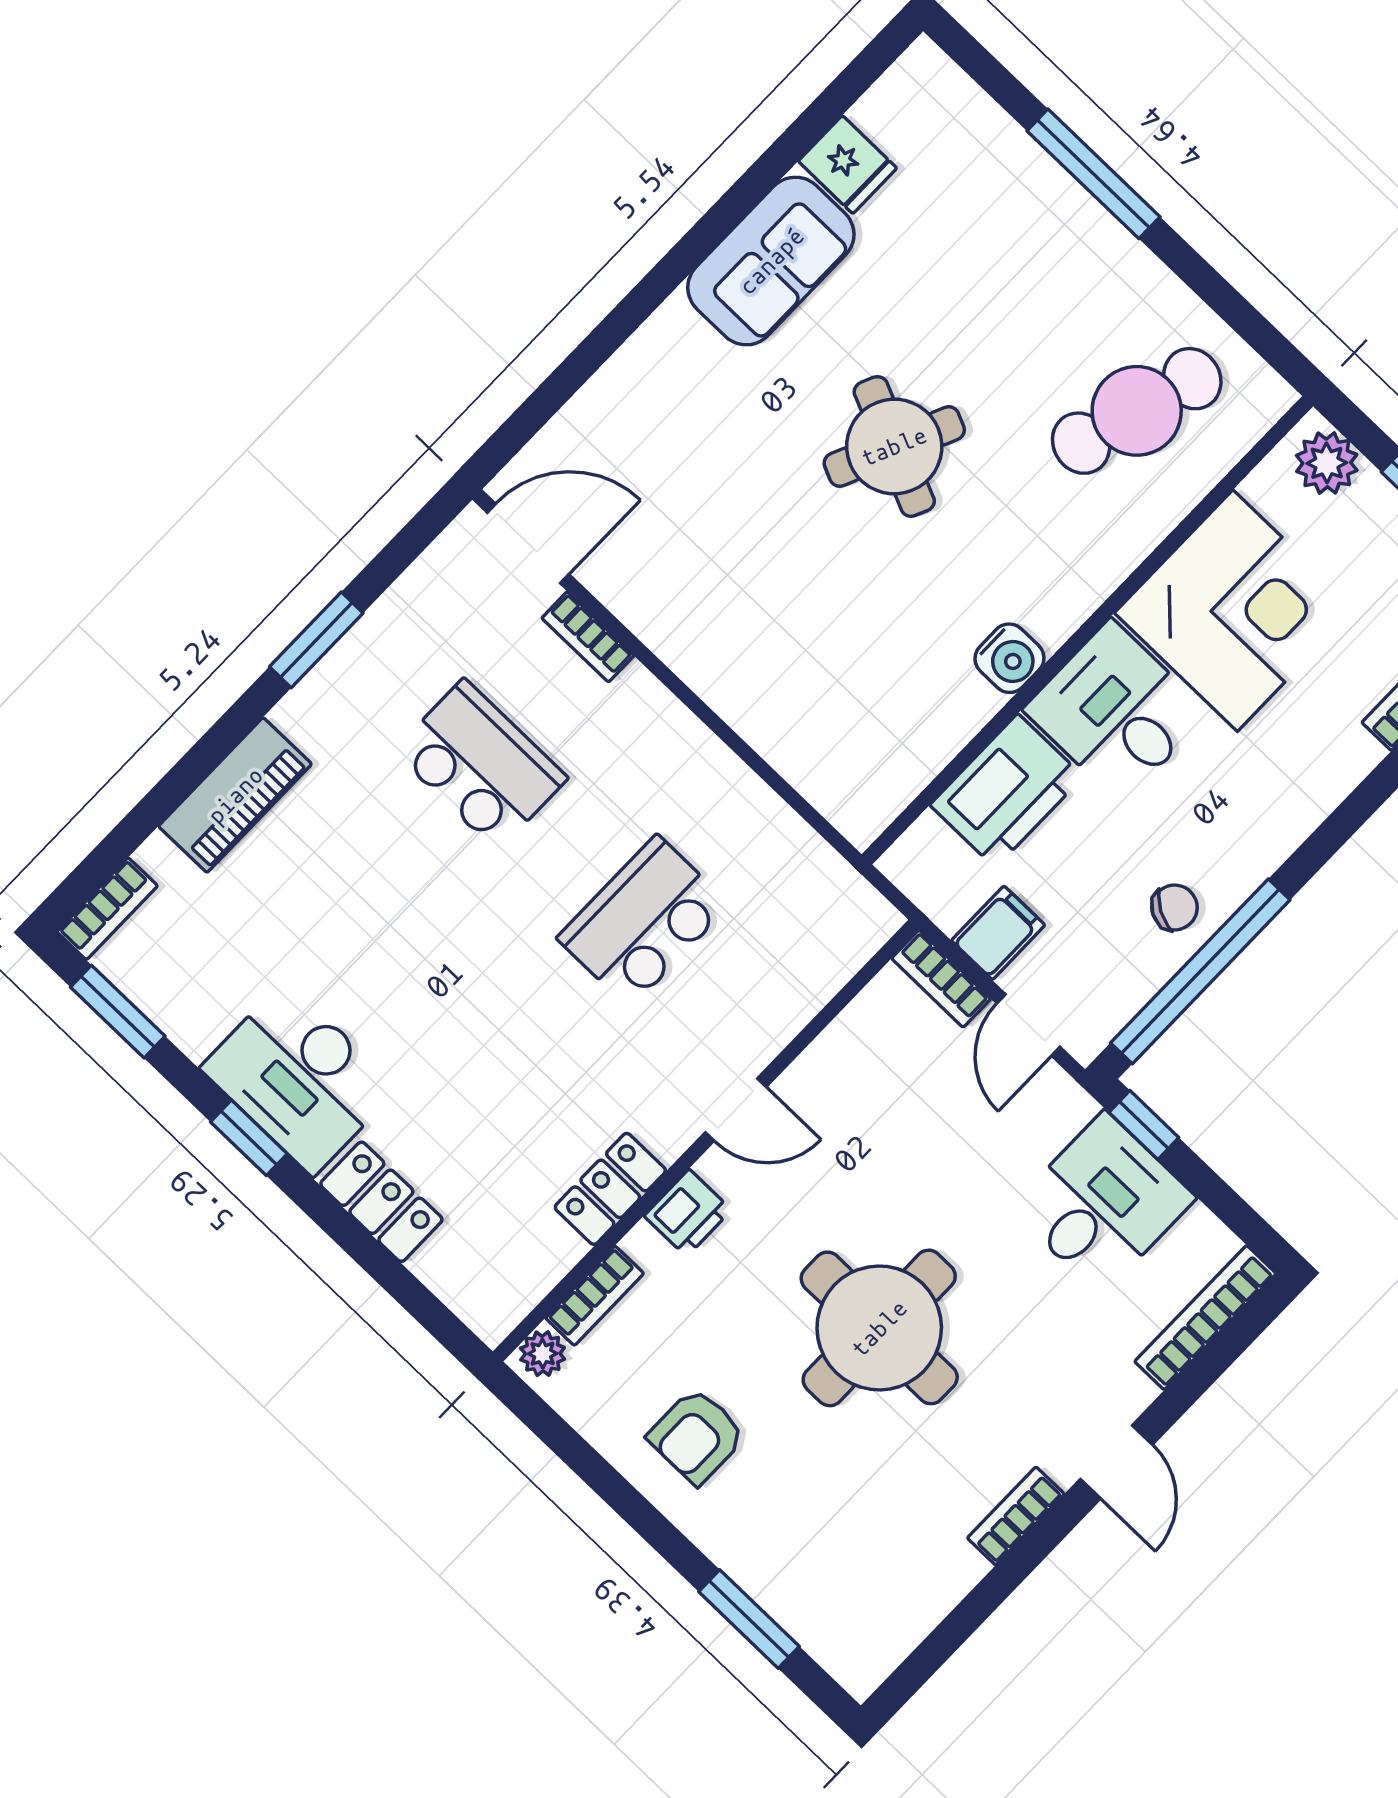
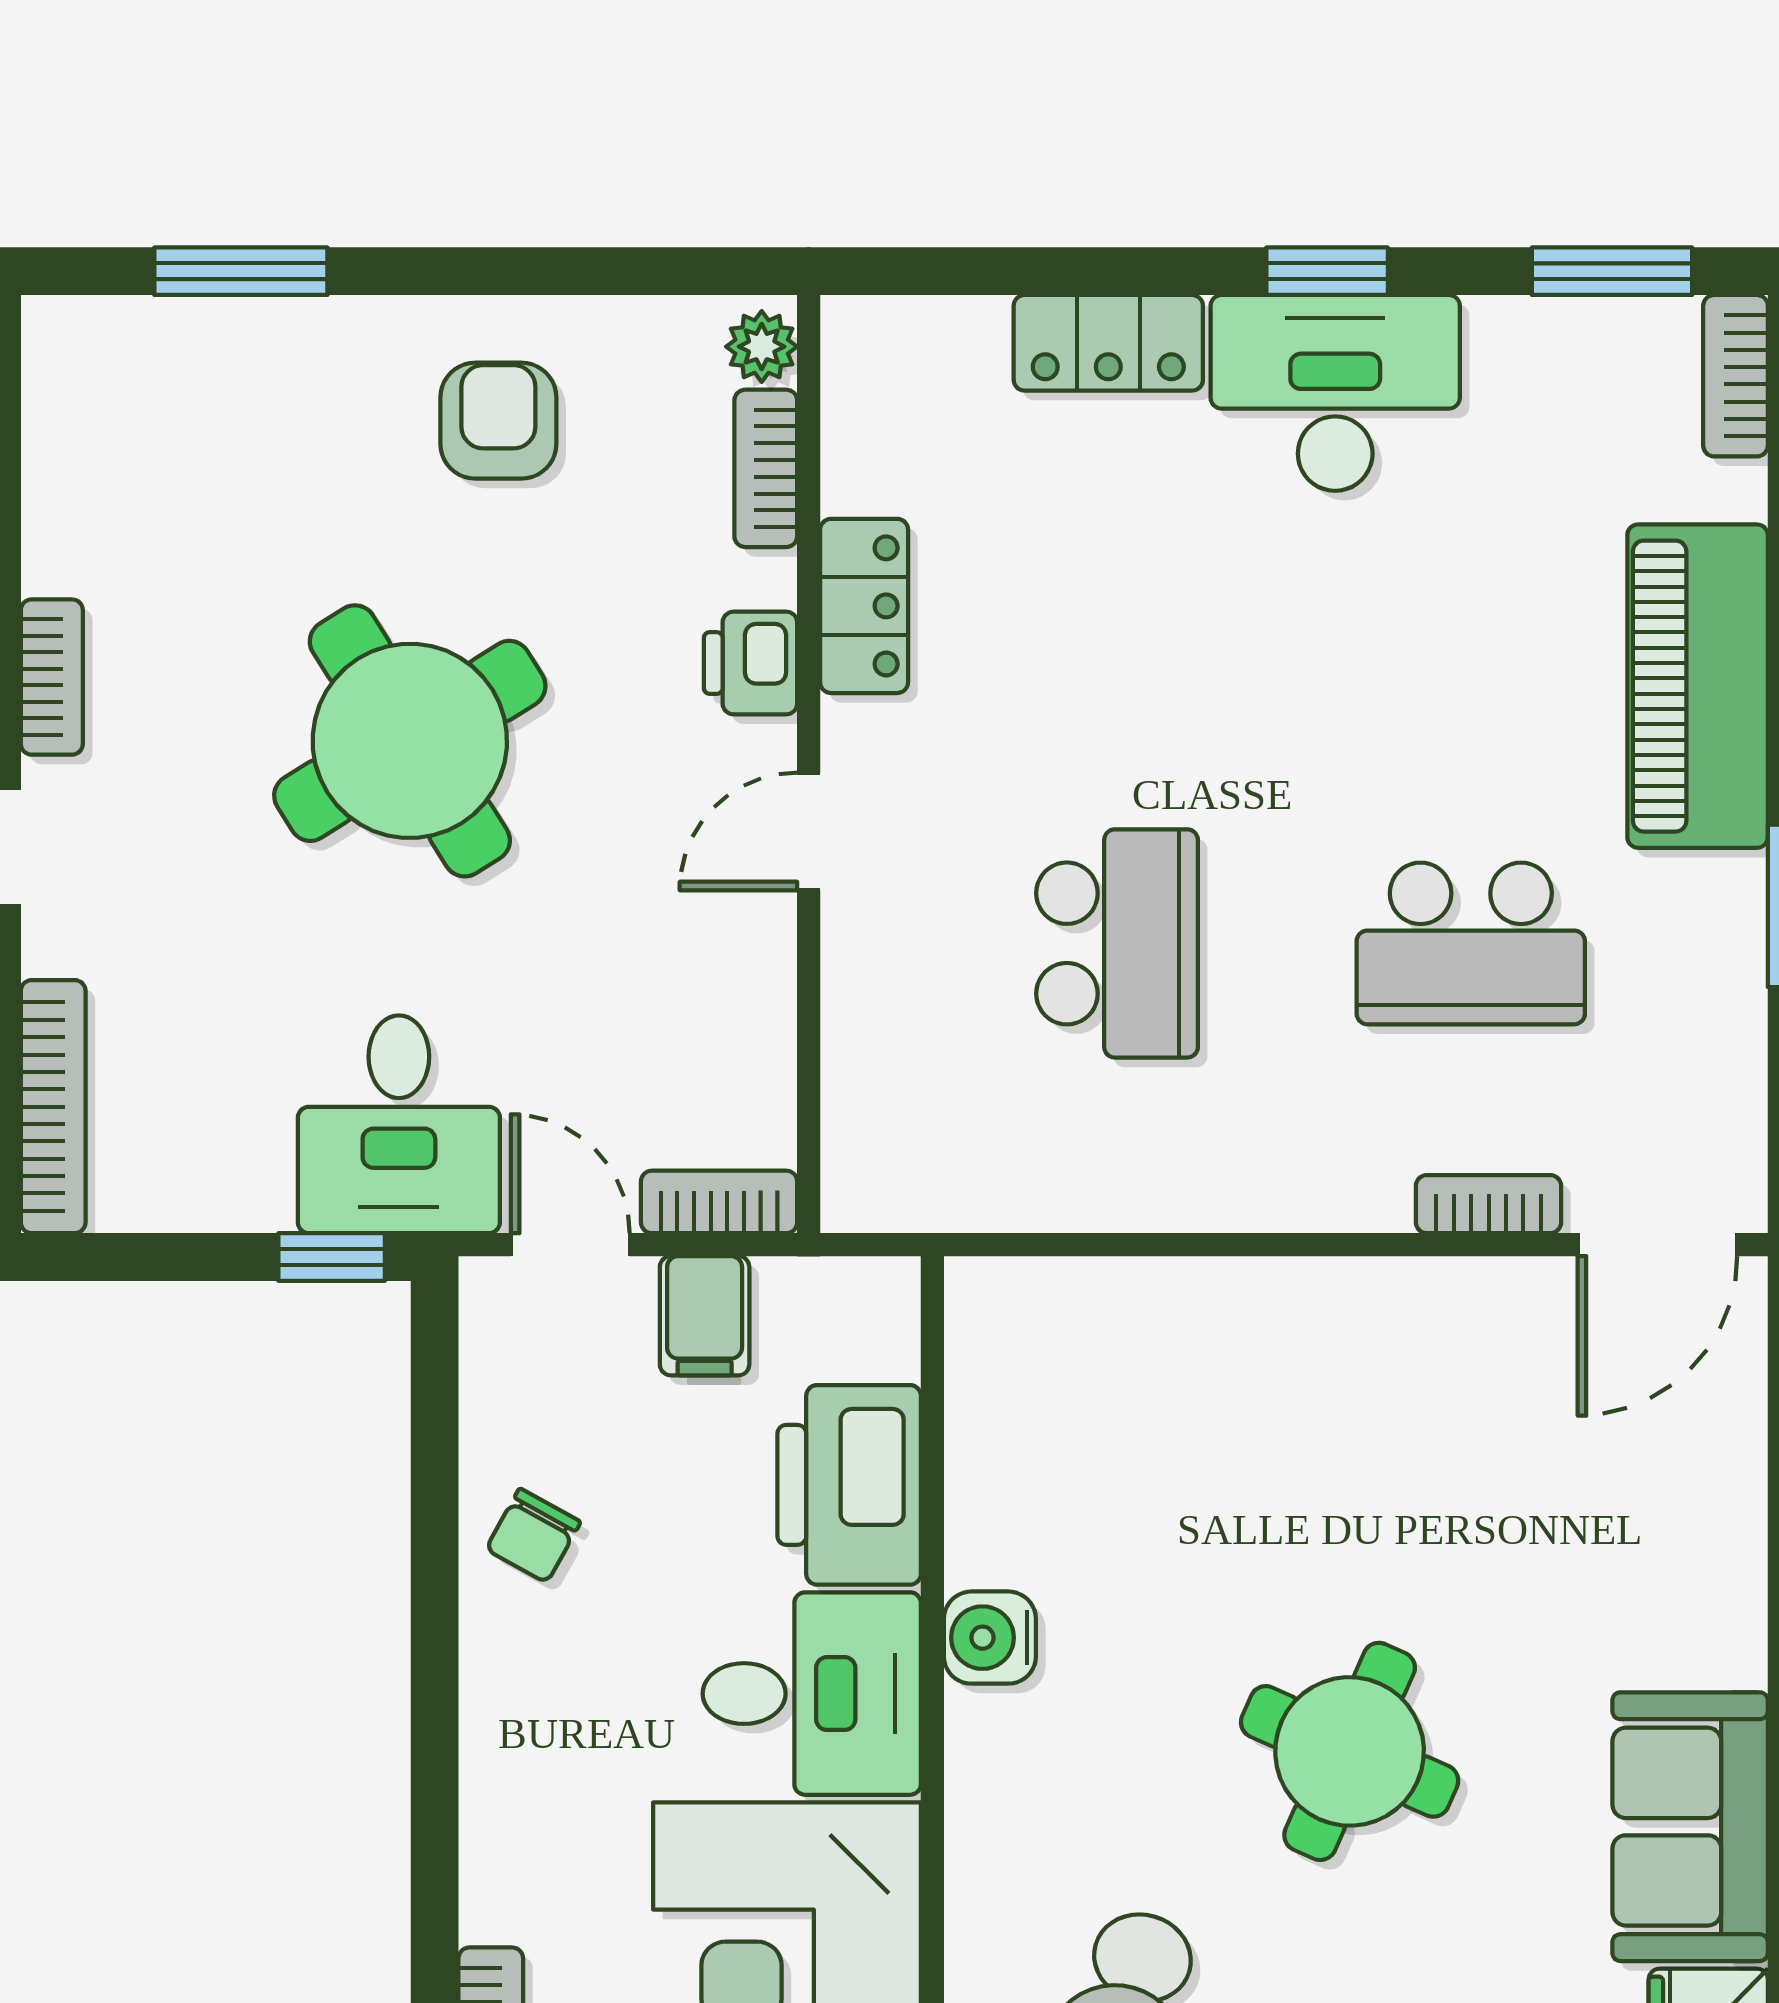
piano: (235, 795) -> (1698, 686), width x1.37, depth x1.33
window: (1200, 971) -> (435, 1492), removed
desk: (1103, 1203) -> (399, 1124), moved
round table: (879, 1328) -> (410, 741), turned -32

